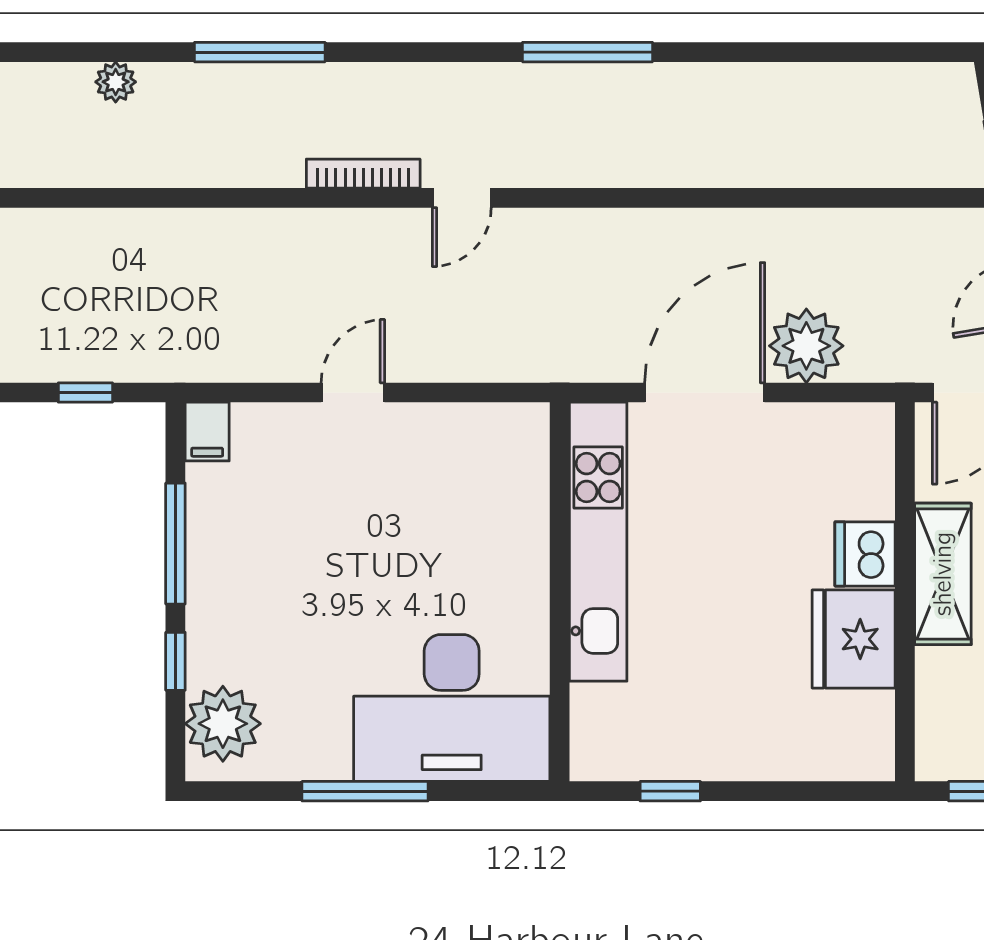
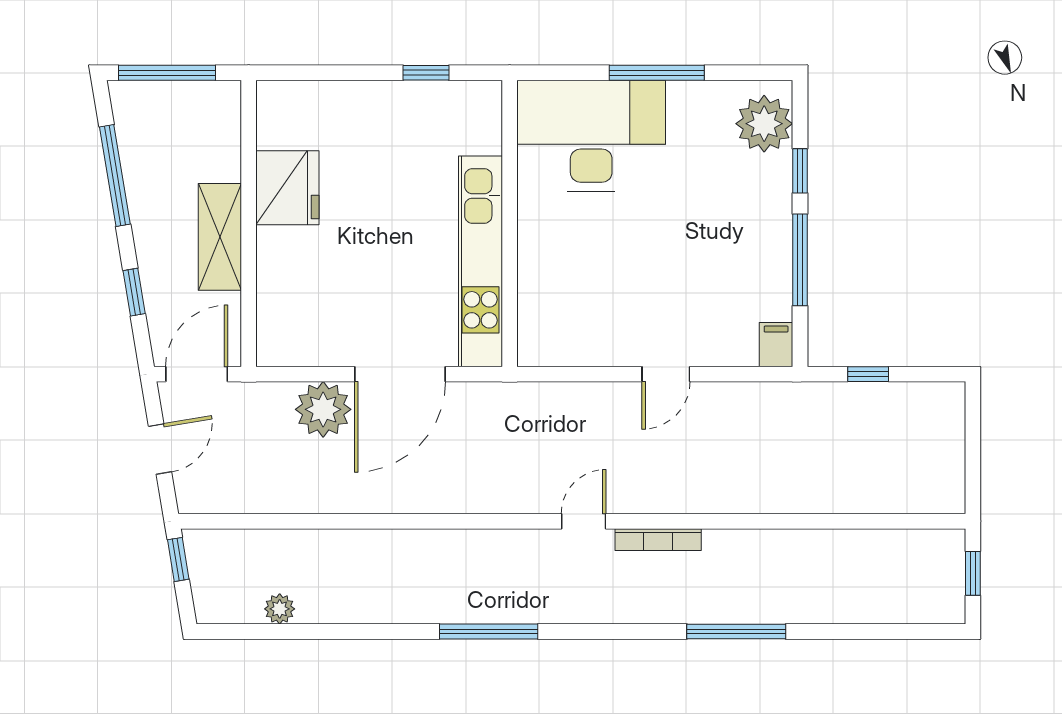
plant: (116, 82) -> (280, 609), moved
dishwasher: (865, 554) -> (279, 252), removed

